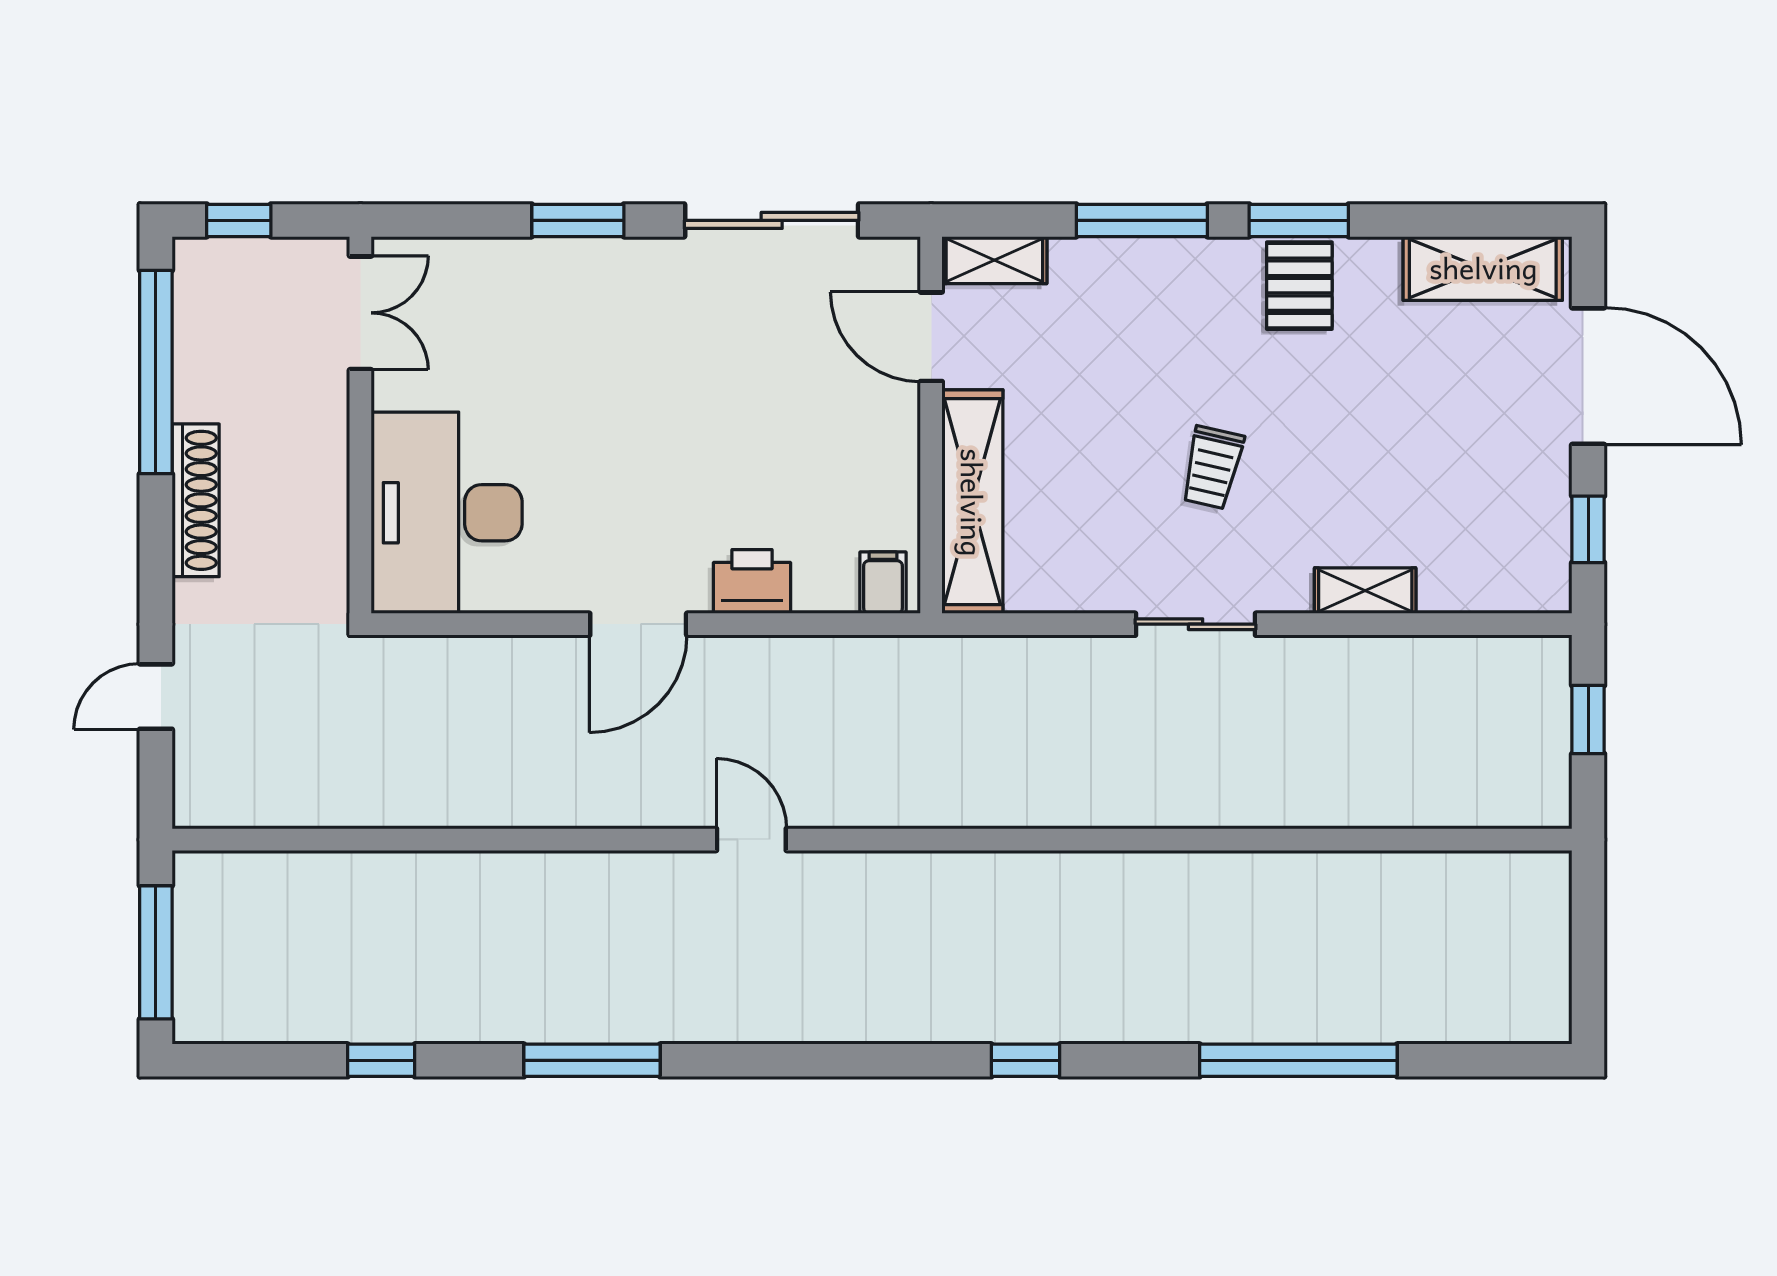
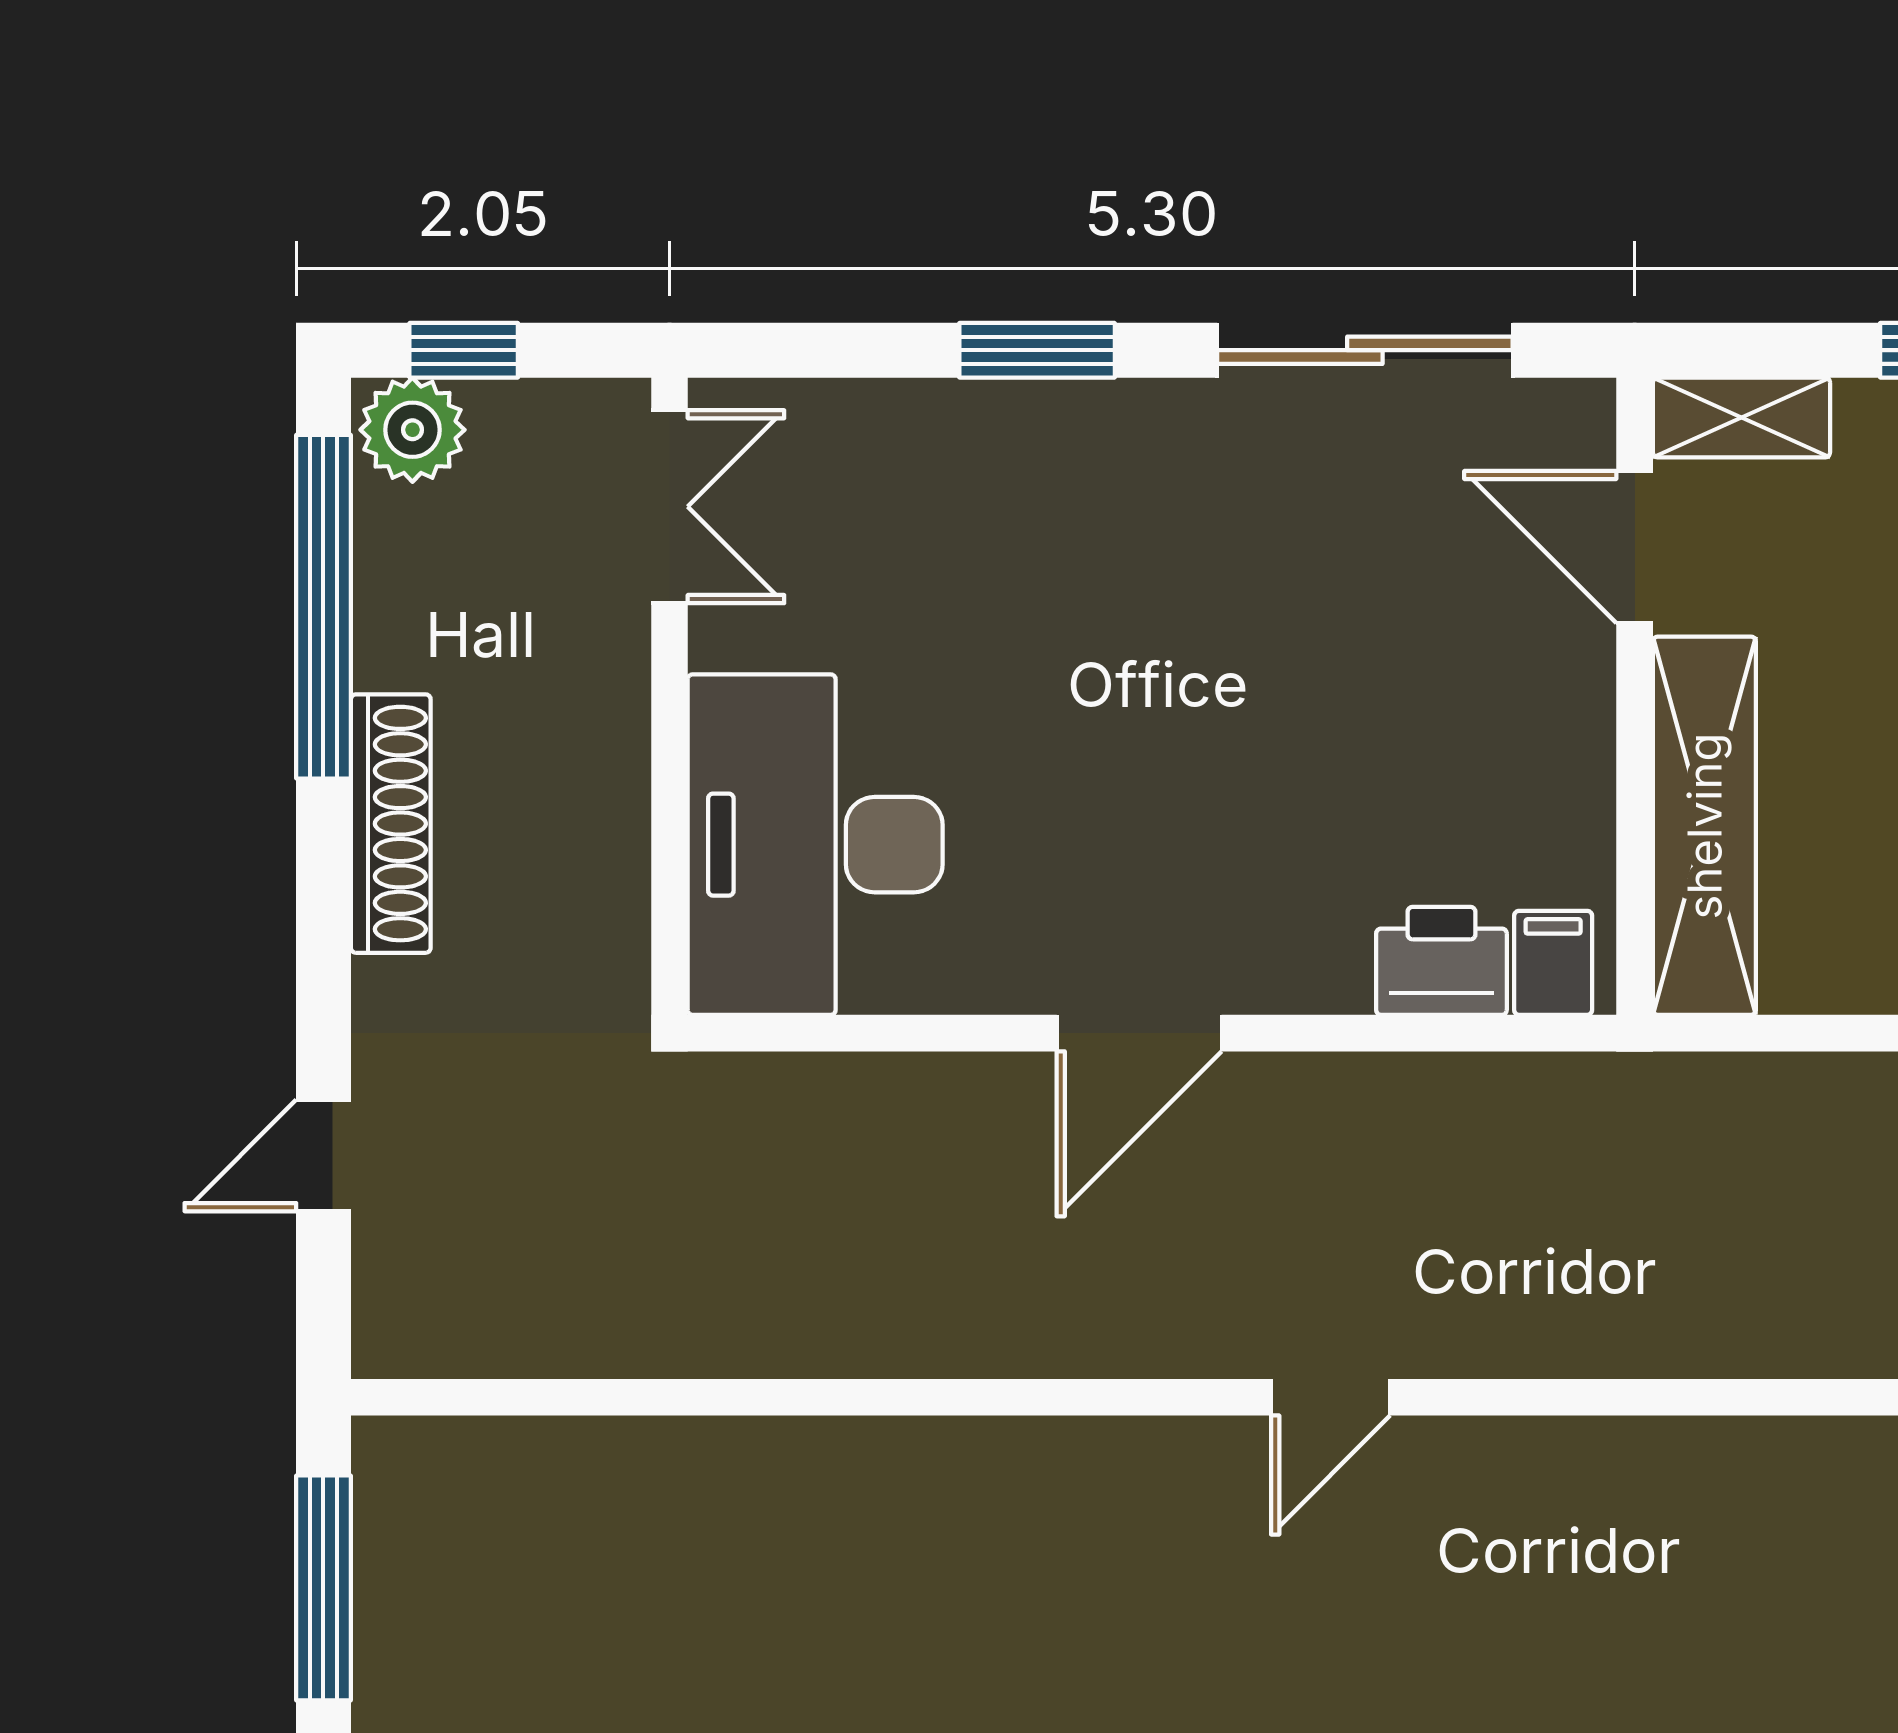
plant: (208, 267) -> (412, 430), added
printer: (752, 582) -> (1441, 961), moved
door: (751, 840) -> (1331, 1397), swing flipped

